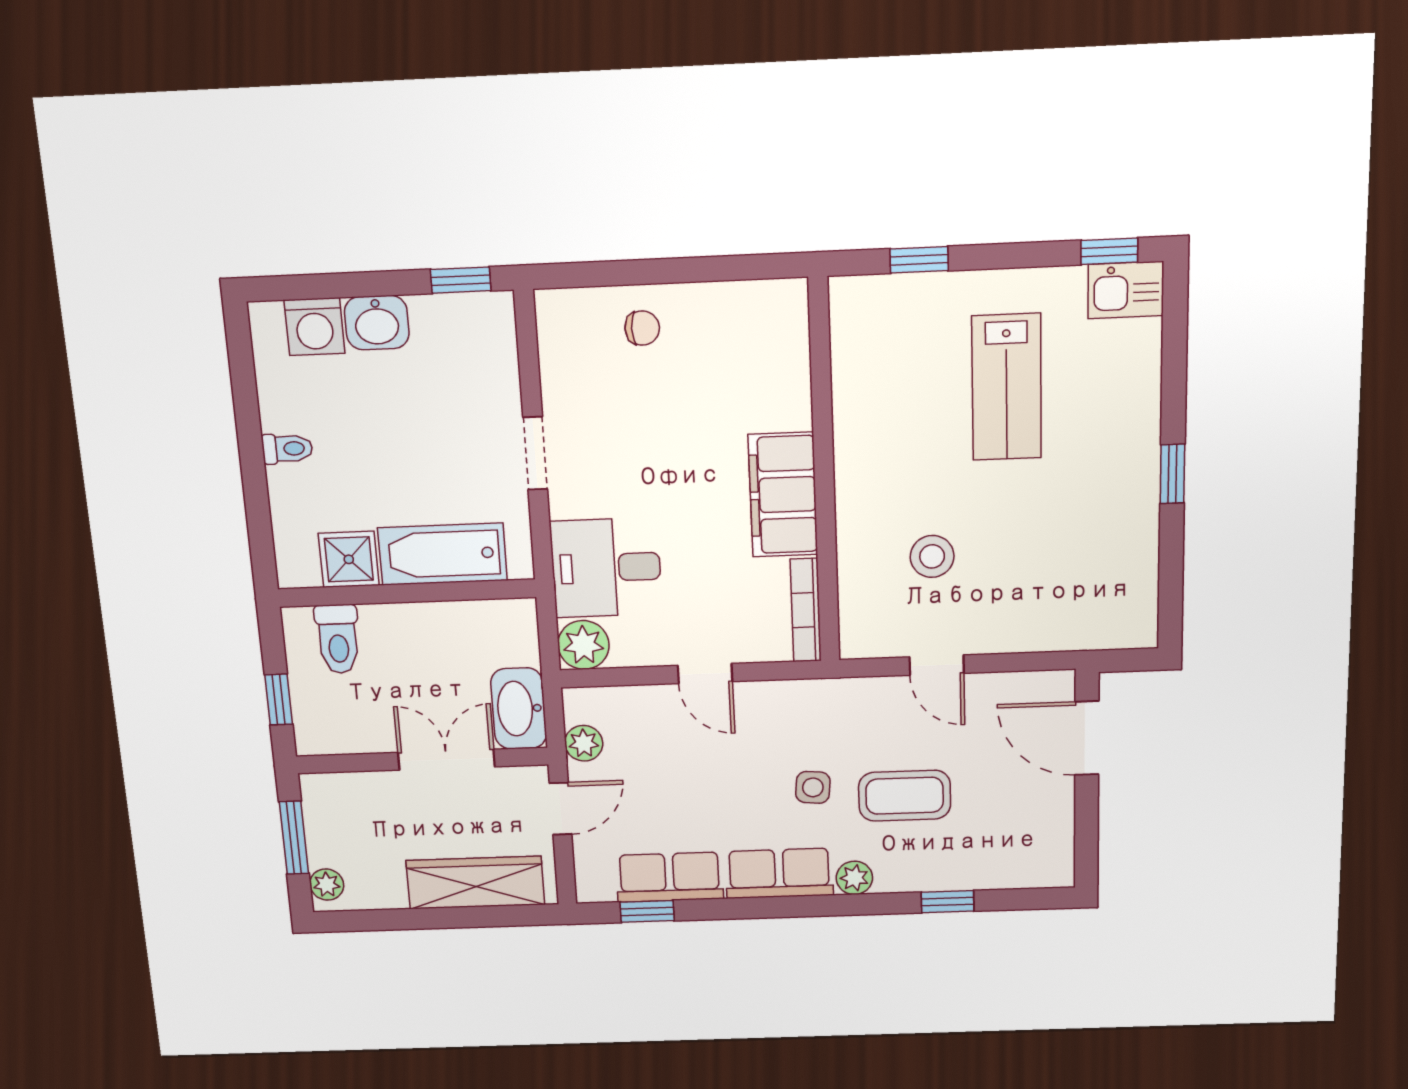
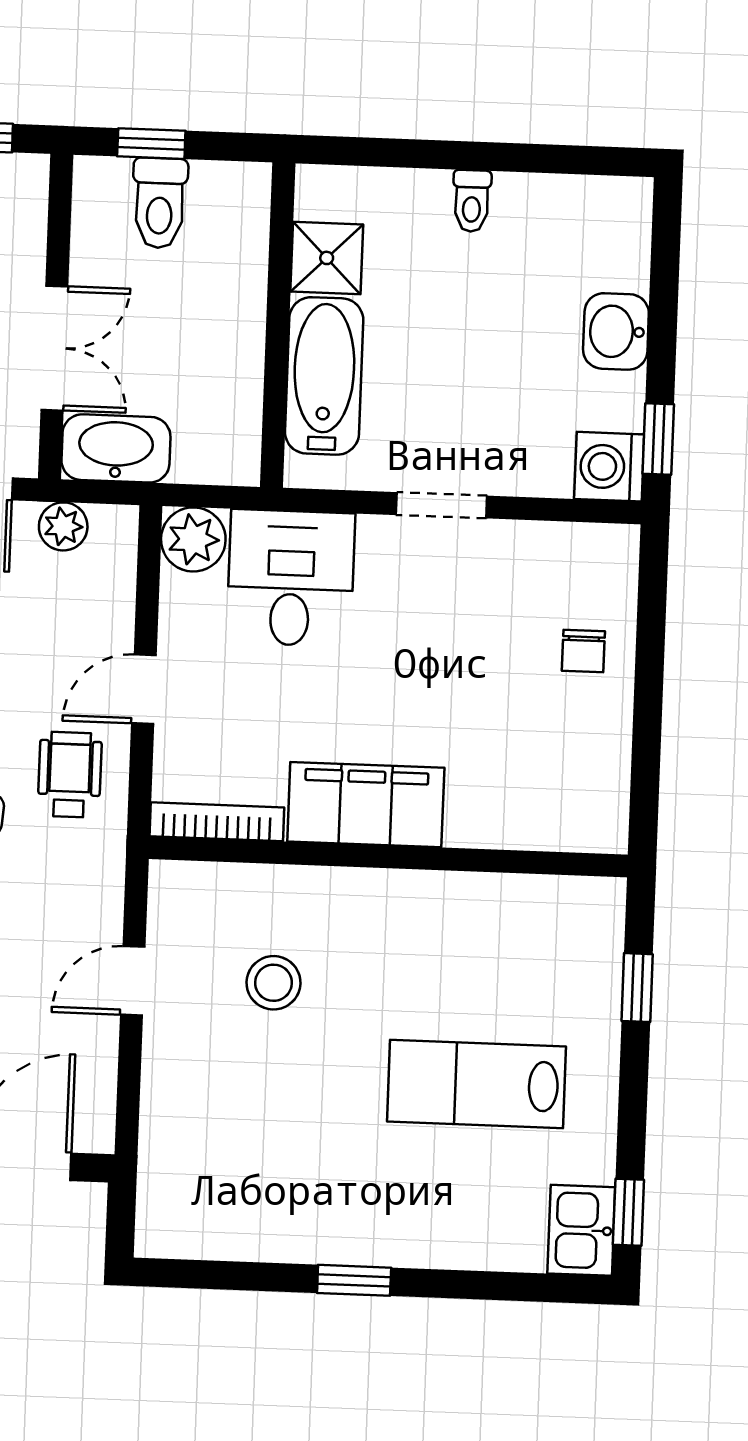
washing machine: (314, 327) -> (609, 467), moved
toilet: (338, 639) -> (160, 203), moved, turned -90
wheelchair: (777, 724) -> (70, 775), added

